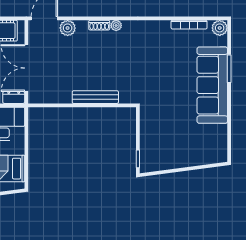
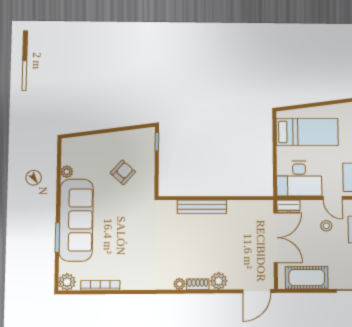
plant: (68, 28) -> (219, 281), moved
armchair: (170, 130) -> (123, 172), added
plant: (222, 130) -> (67, 172), added

